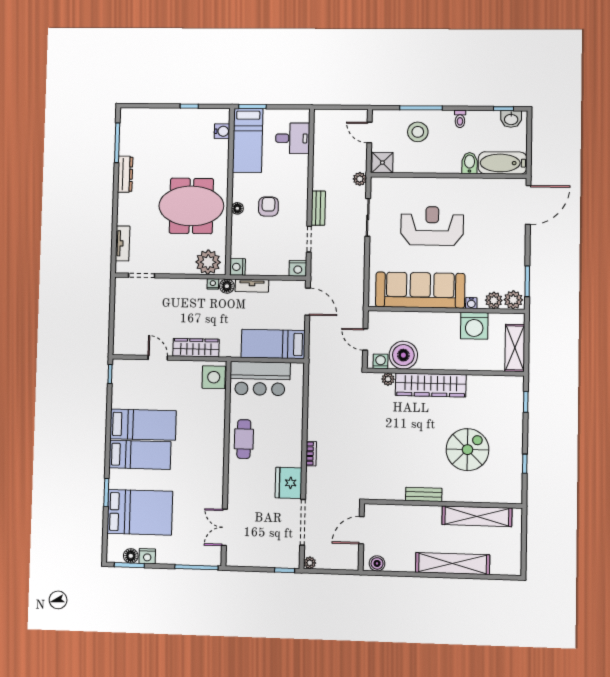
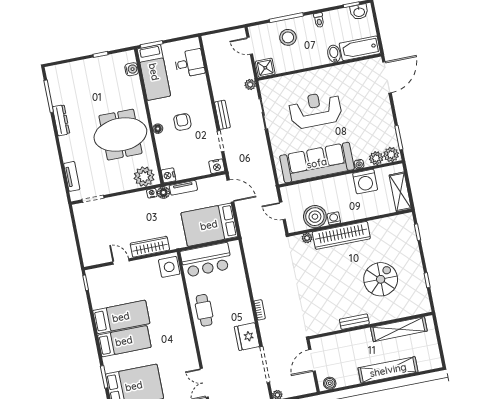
bed: (273, 344) -> (209, 225), width x1.50
washing machine: (381, 361) -> (334, 218), moved

